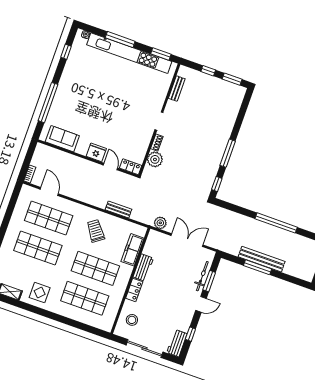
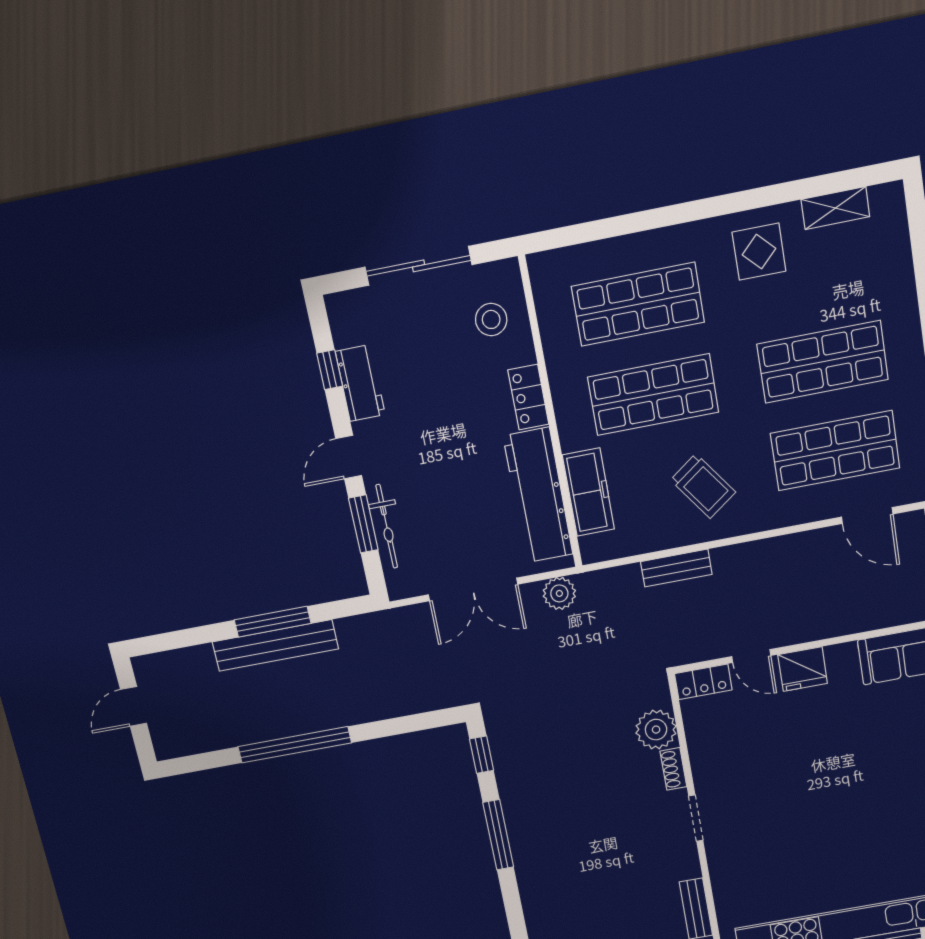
workbench: (143, 268) -> (538, 495), width x1.88, depth x1.32
workbench: (177, 343) -> (360, 383), moved

